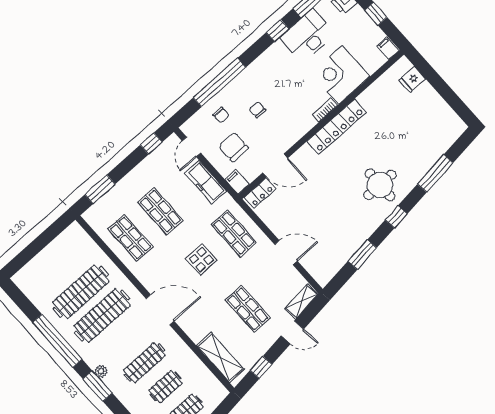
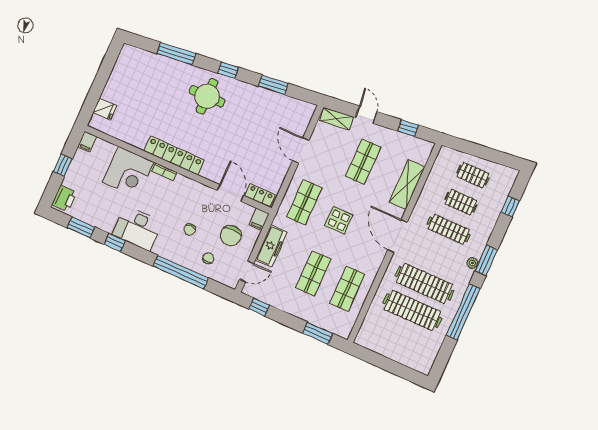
desk: (307, 36) -> (137, 228), moved
shelving: (220, 357) -> (407, 184), moved

